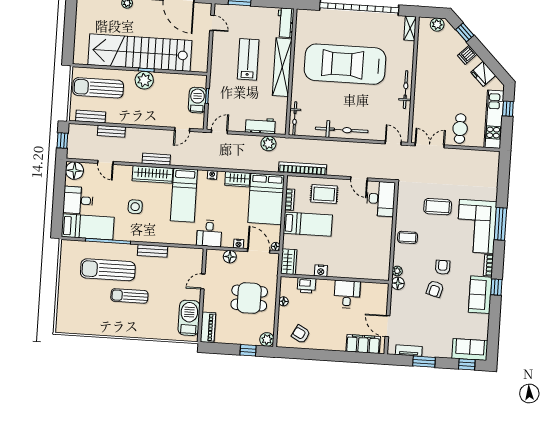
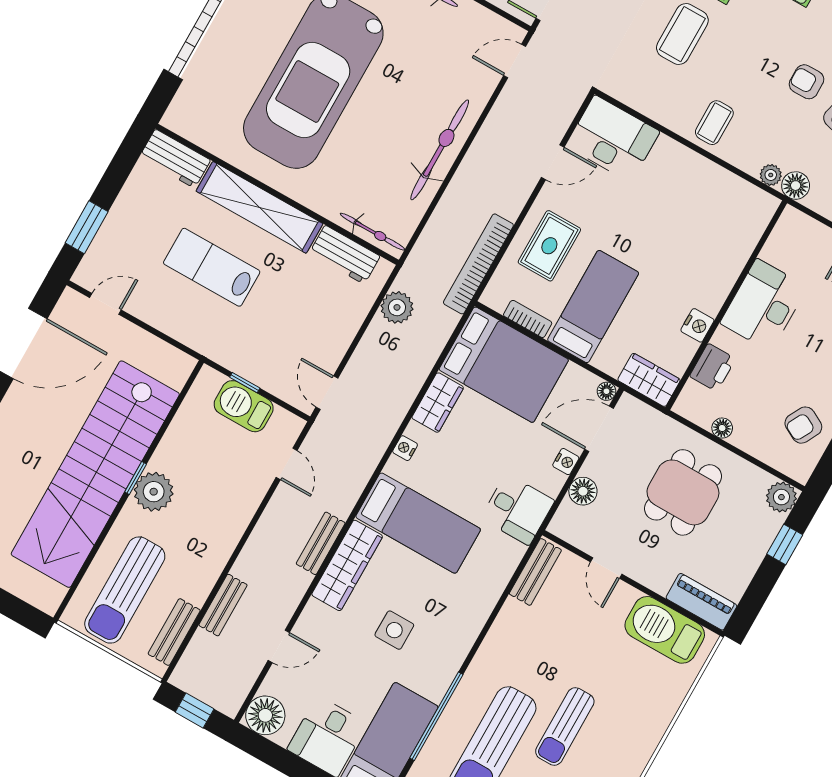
workbench: (260, 126) -> (345, 255), moved, turned -90
bench: (153, 251) -> (535, 572), moved
desk: (347, 294) -> (764, 305), width x1.37

